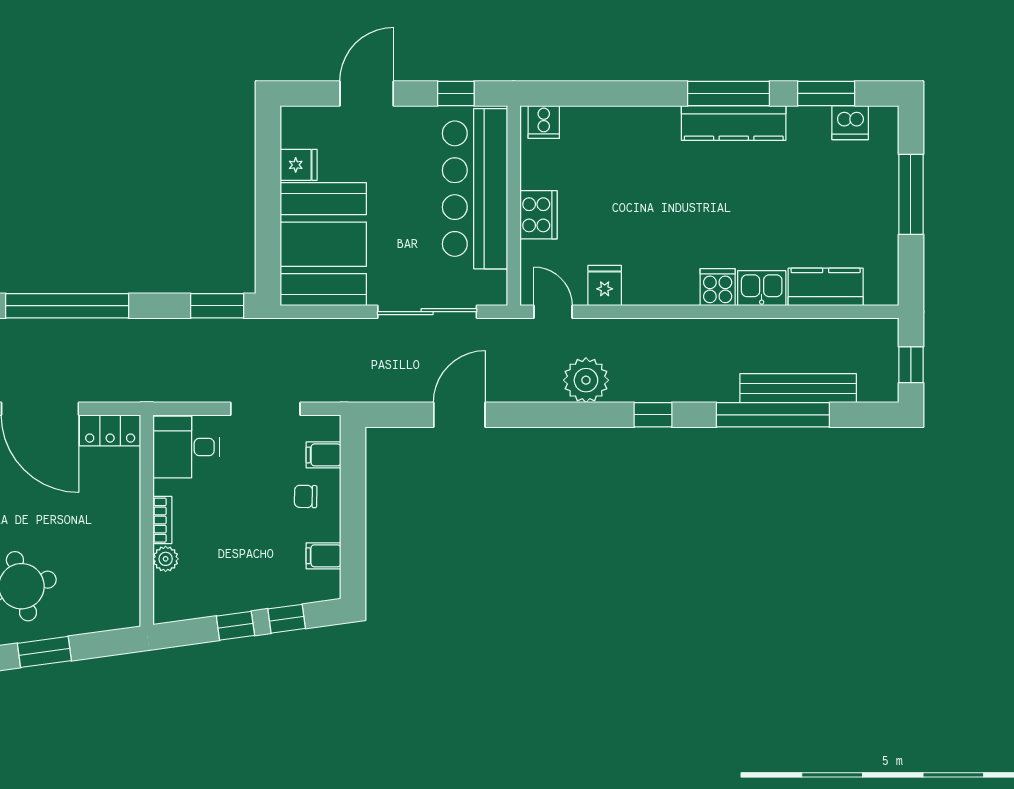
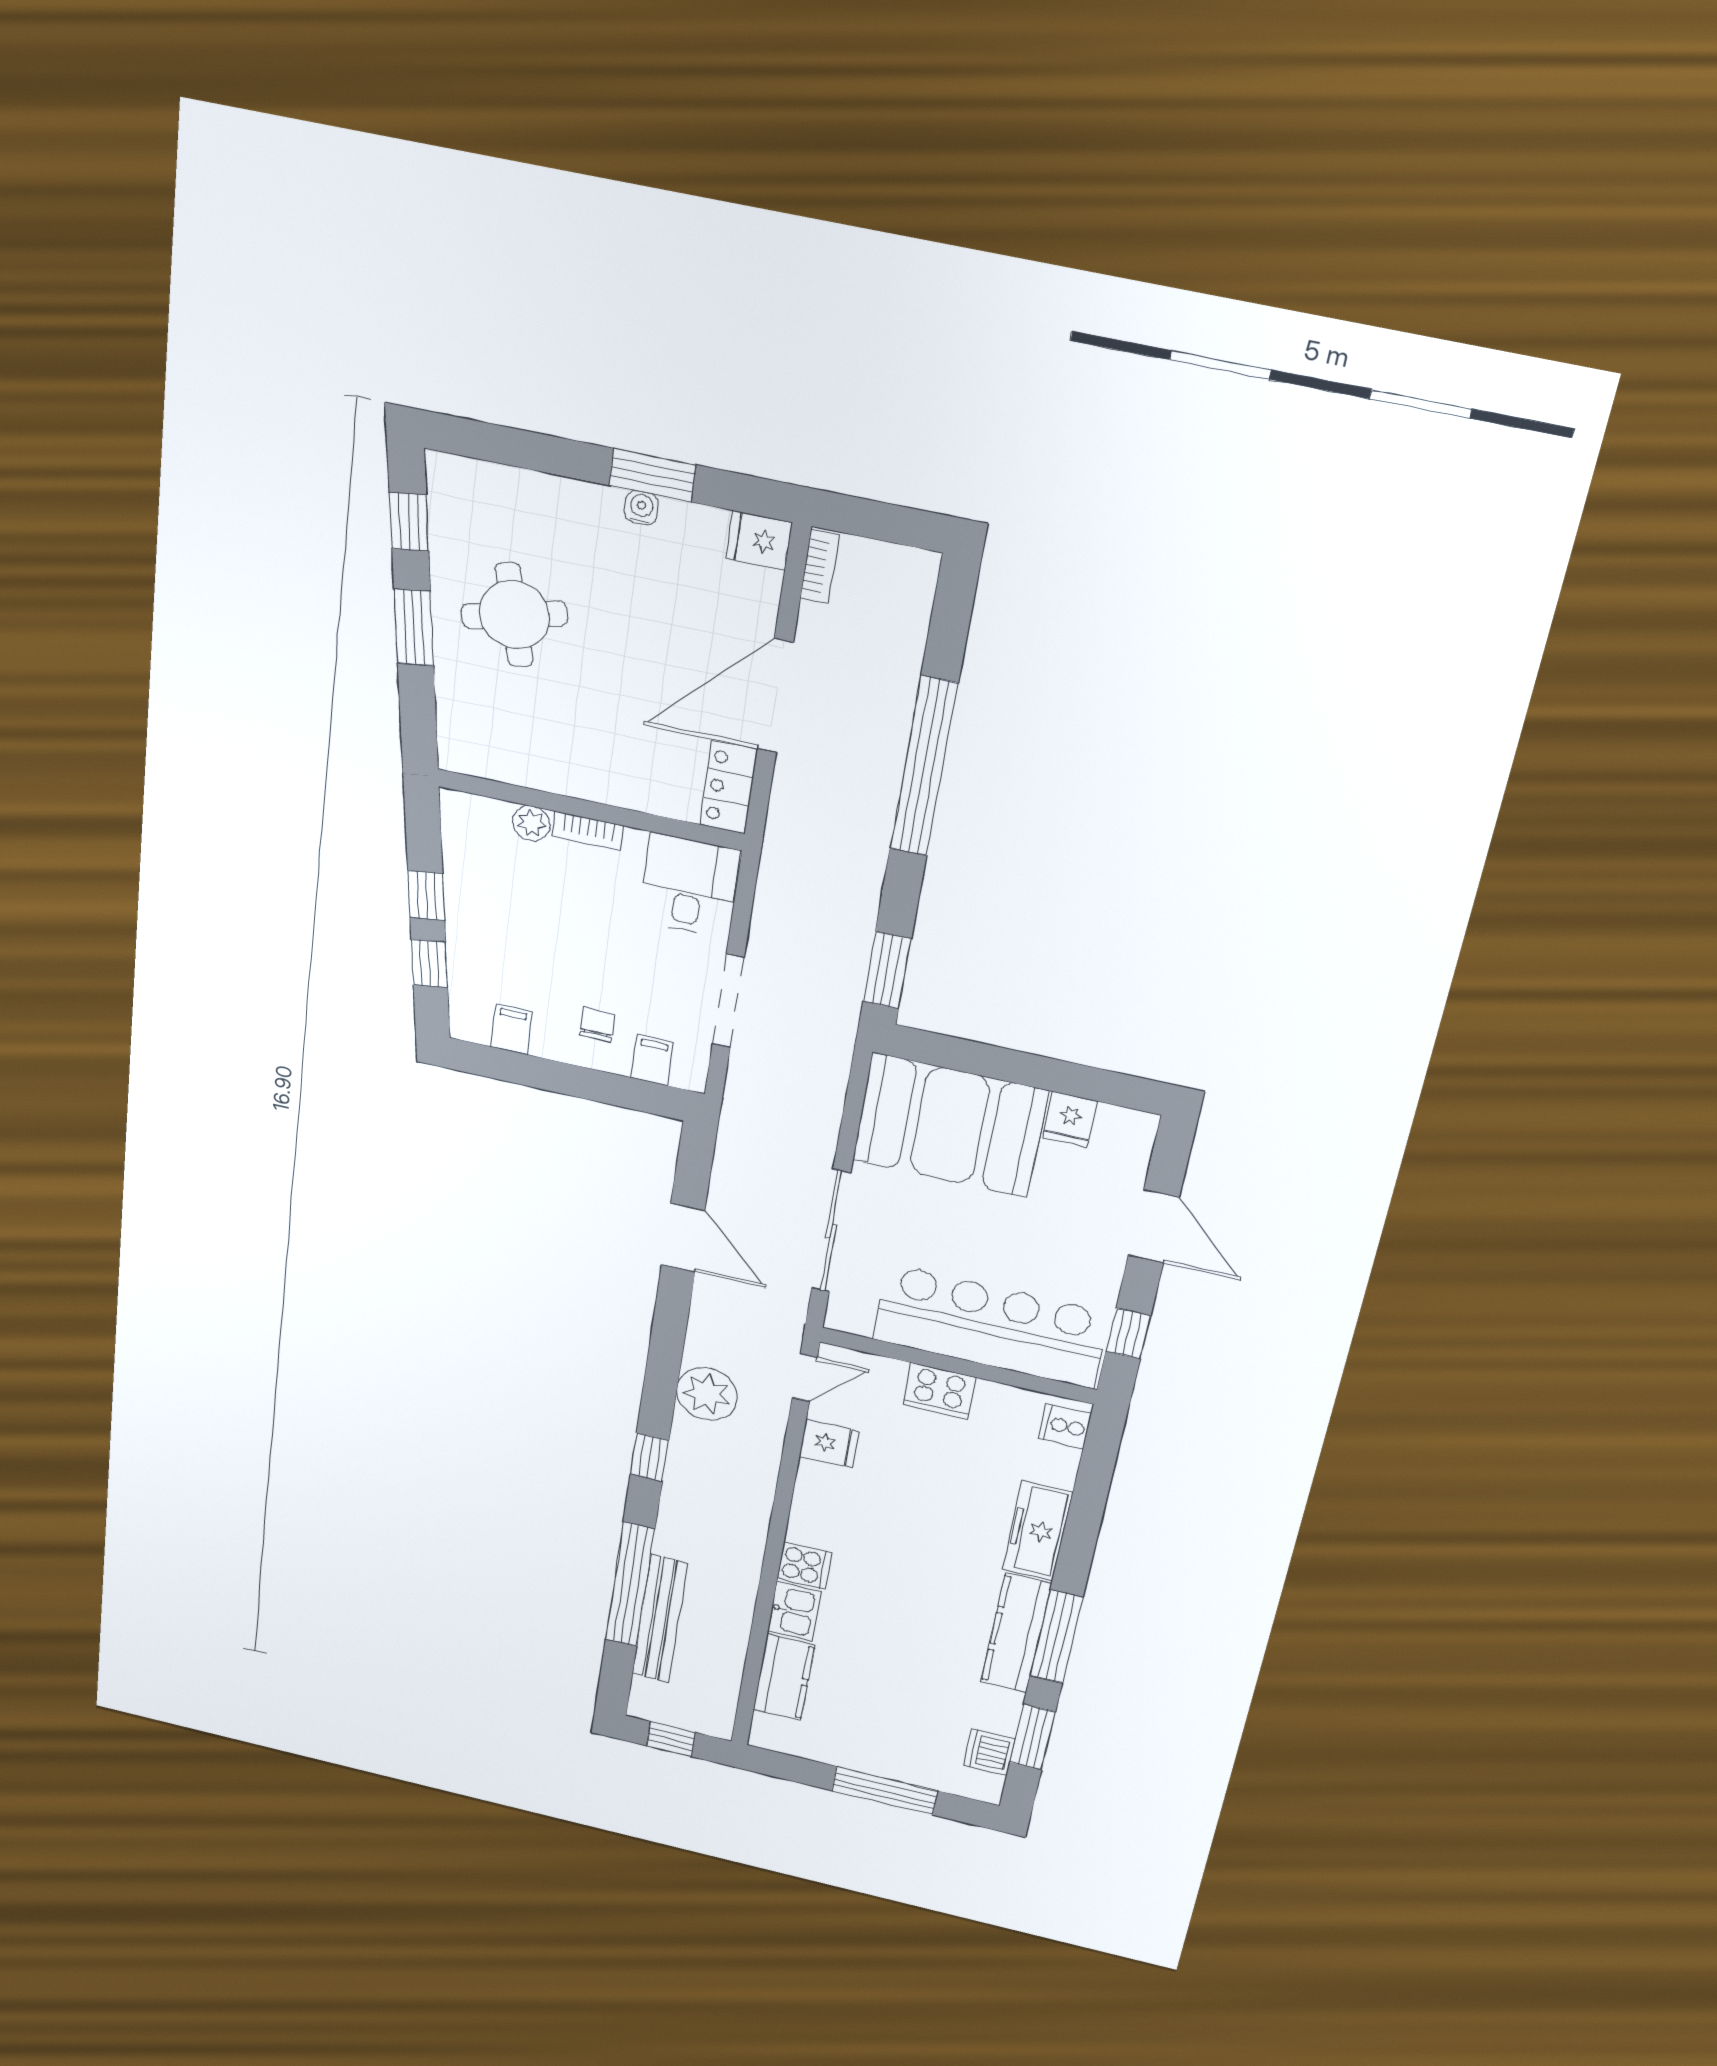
freezer: (638, 124) -> (1037, 1531), added

